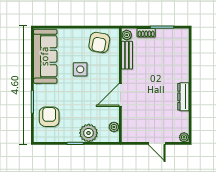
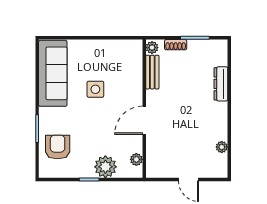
armchair: (99, 42) -> (119, 57), removed
dresser: (183, 97) -> (221, 84), moved
plant: (184, 137) -> (222, 147), moved

